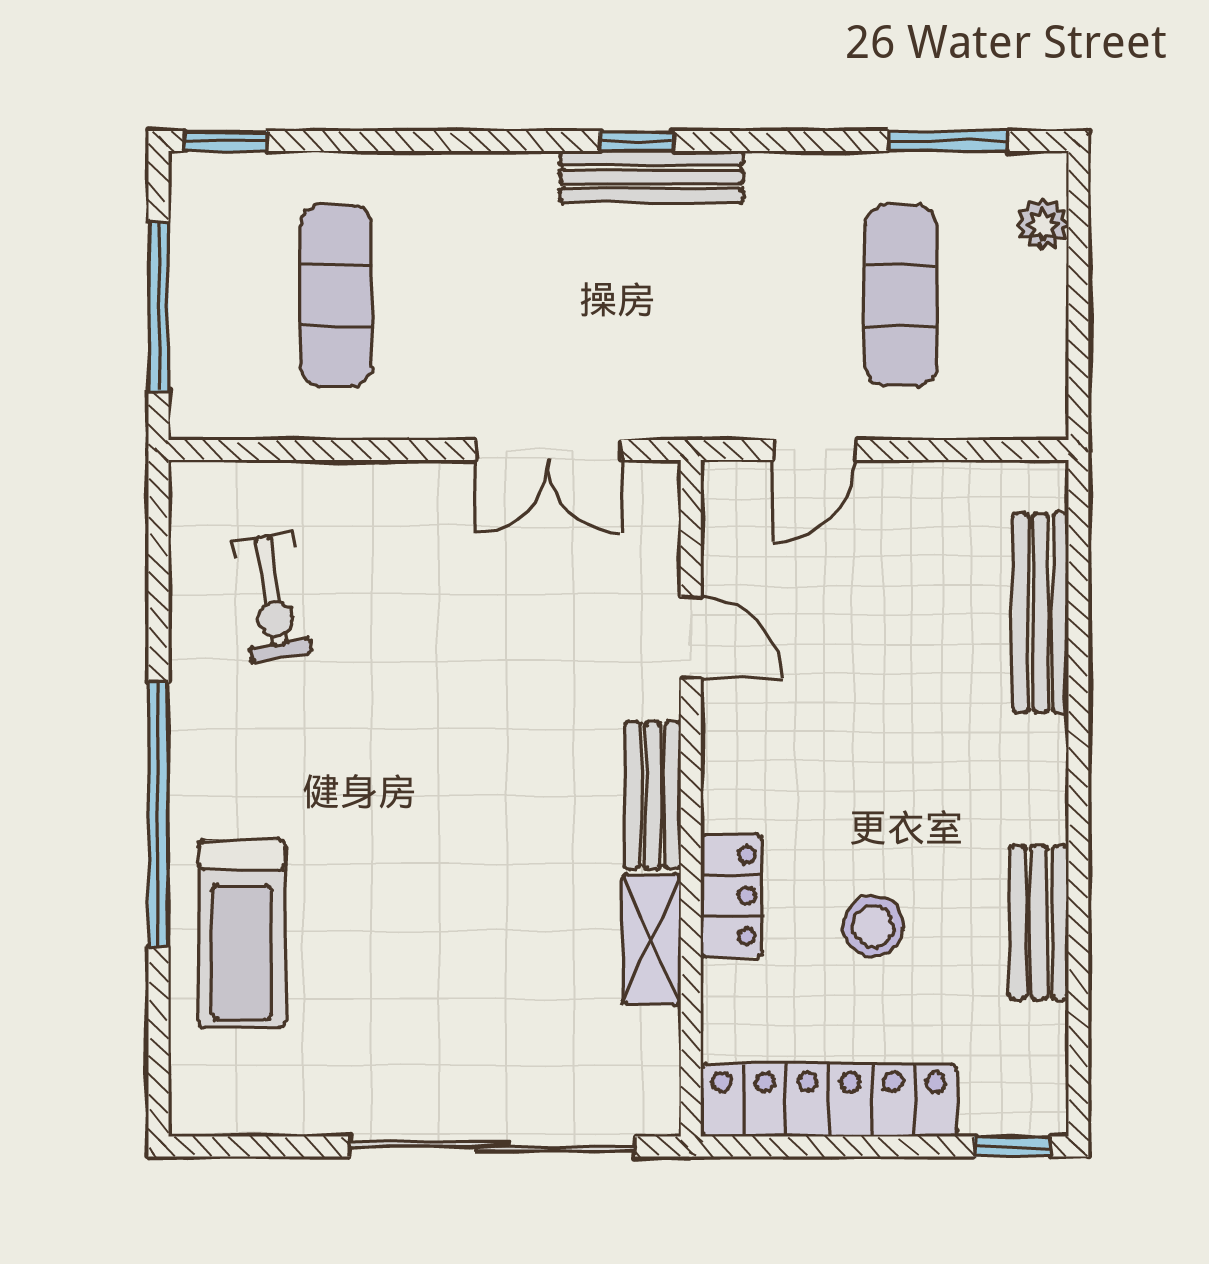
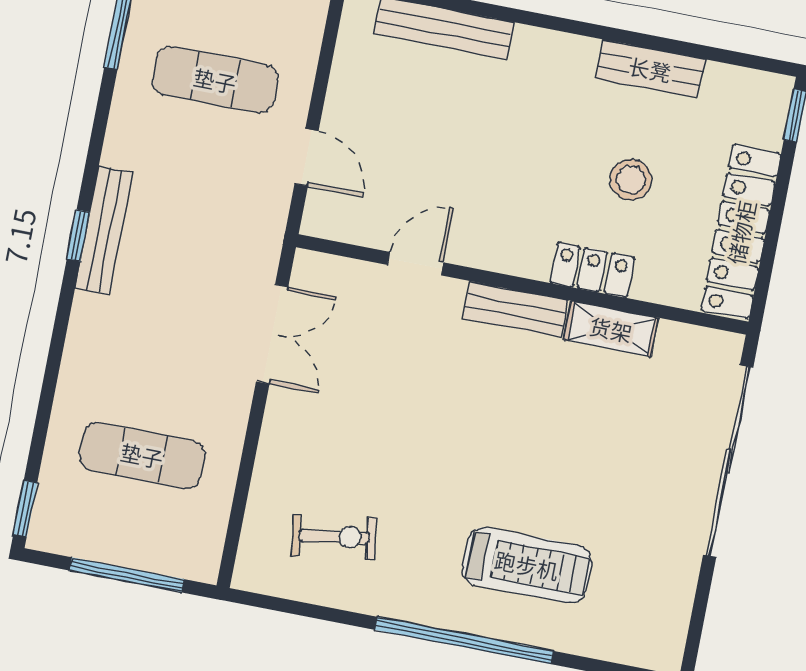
treadmill: (242, 934) -> (527, 565), moved

